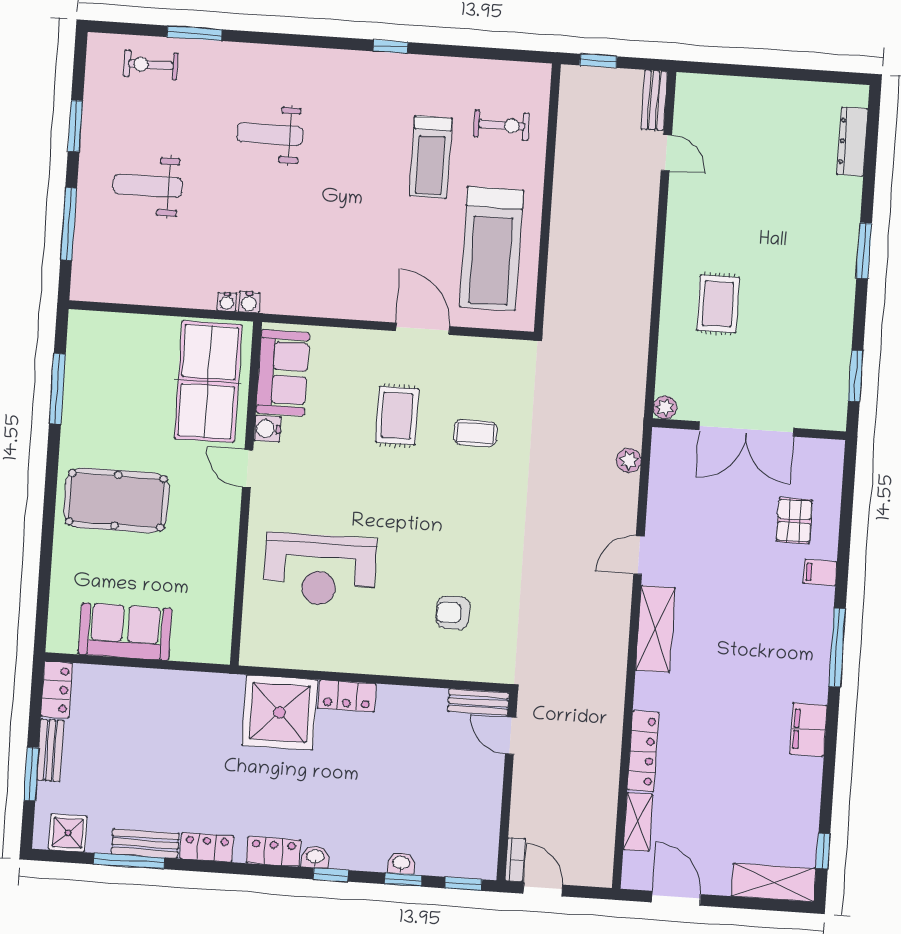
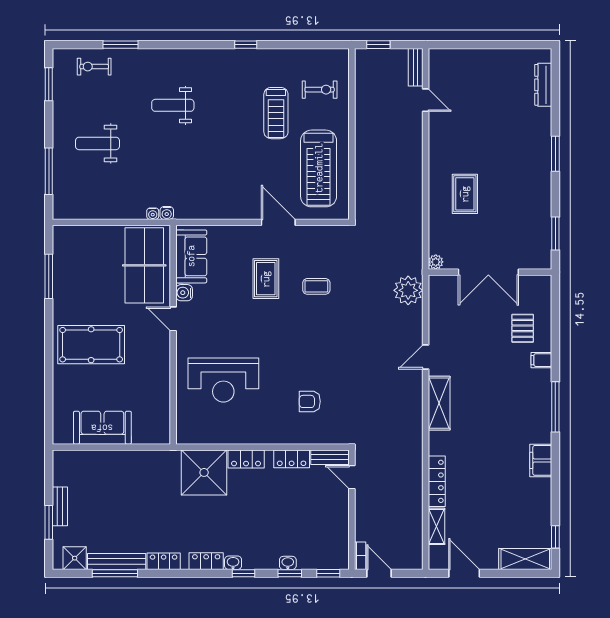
window: (75, 126) -> (49, 84), moved
plant: (629, 460) -> (408, 290), width x1.87, depth x1.87
locker: (57, 690) -> (292, 459), moved, turned 90
bench: (145, 844) -> (117, 562), width x1.36

